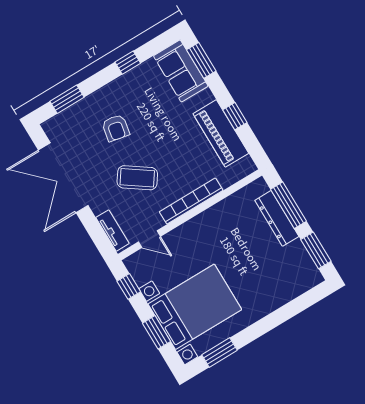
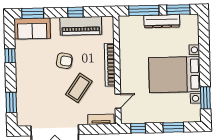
armchair: (116, 128) -> (64, 61), moved
dresser: (277, 218) -> (162, 21), moved
bed with nightstands: (195, 307) -> (175, 75), moved, turned -90

